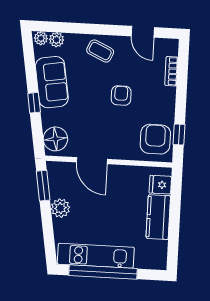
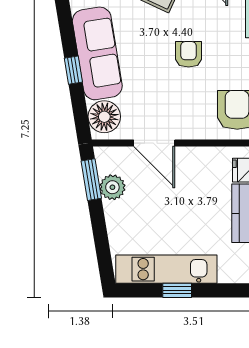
sofa: (52, 82) -> (97, 53), width x1.36
plant: (60, 208) -> (112, 187), moved
window: (103, 272) -> (177, 290), width x0.32

